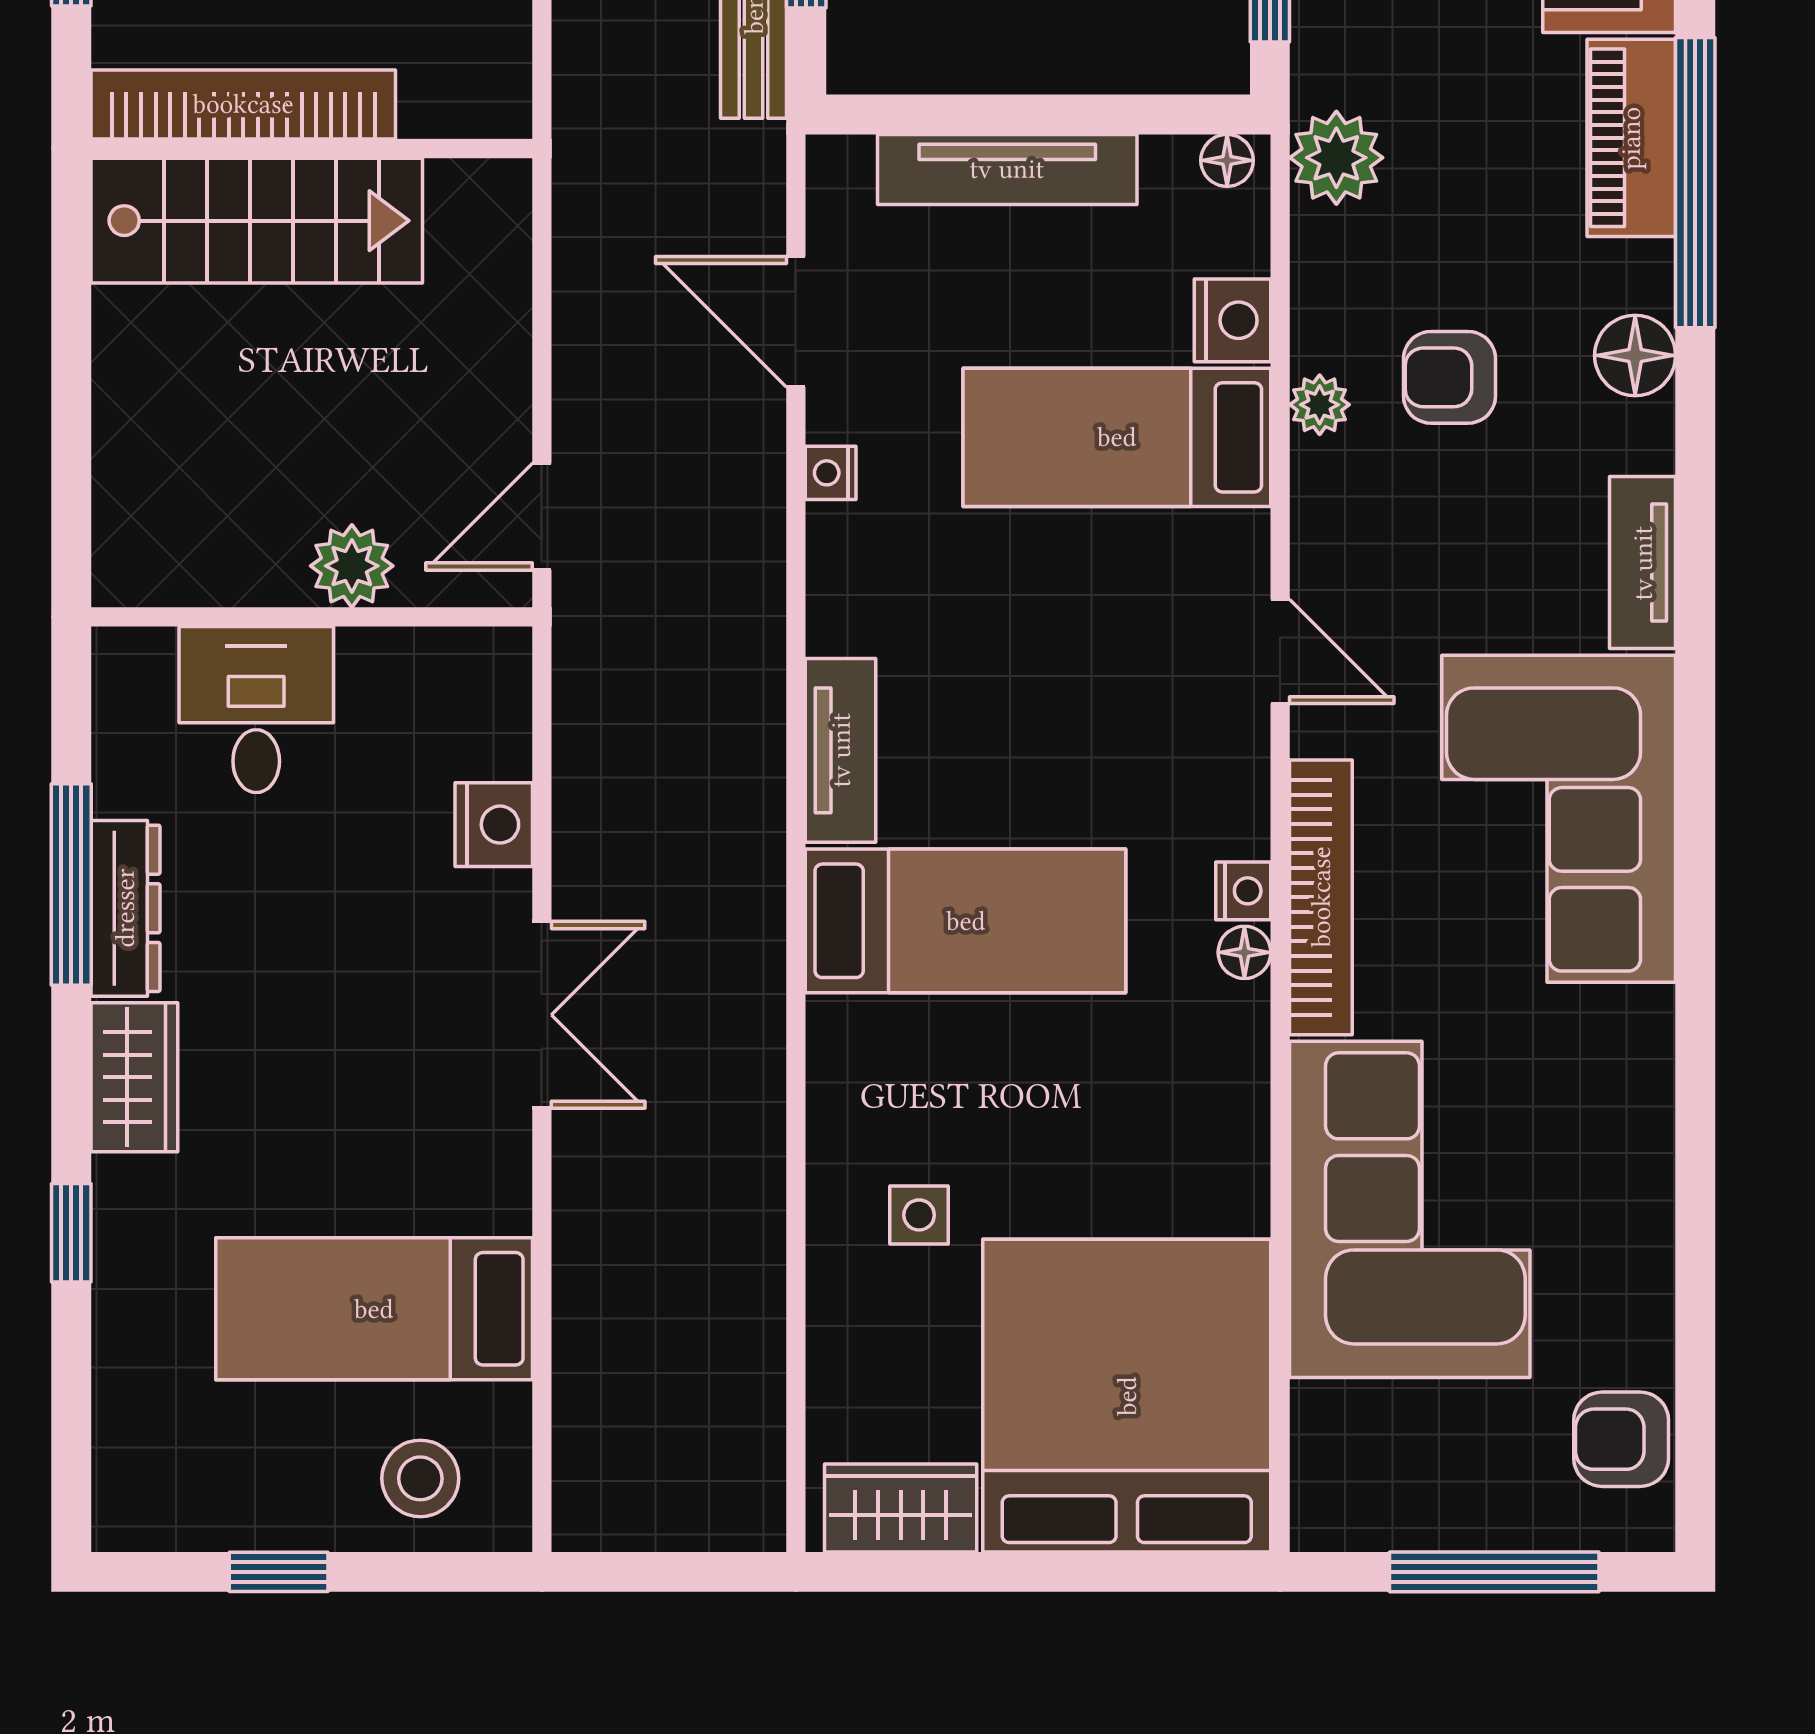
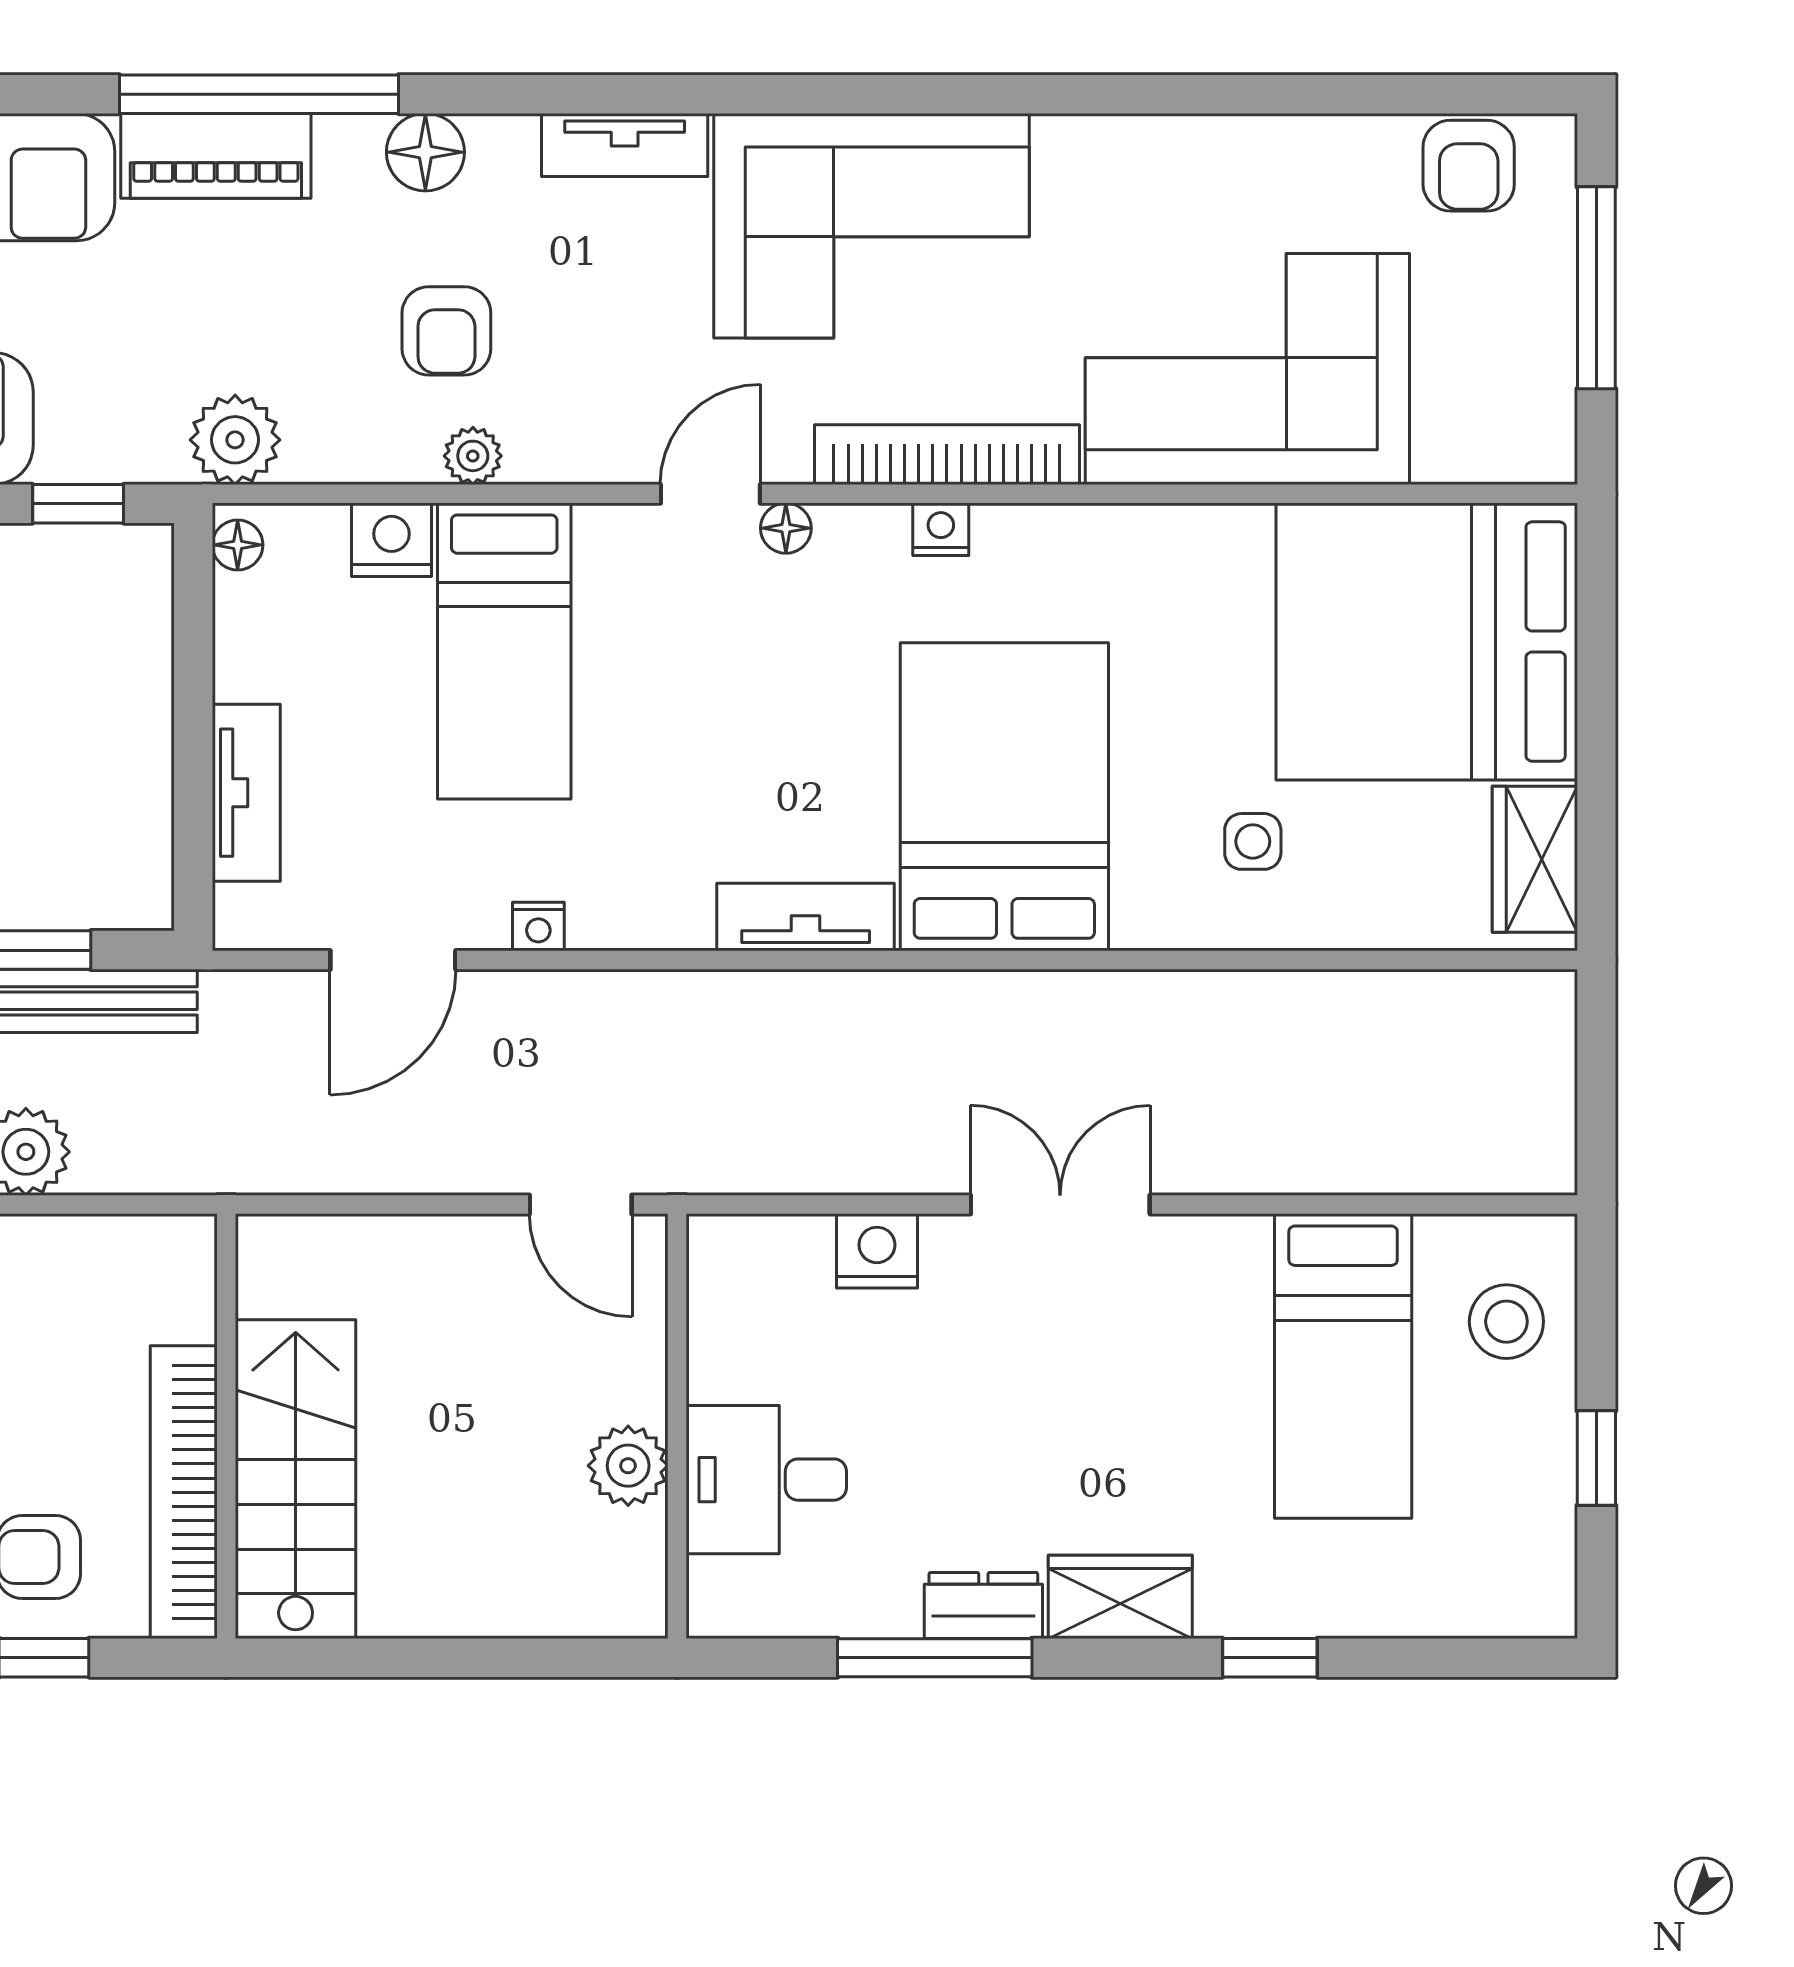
tv unit: (1007, 169) -> (246, 793), width x0.71
plant: (352, 566) -> (628, 1466), moved
dresser: (125, 908) -> (983, 1605), width x0.70
bed: (966, 921) -> (1004, 797), width x1.50
floor lamp: (1244, 952) -> (786, 528), moved

